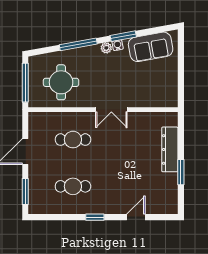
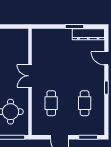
double door: (111, 110) -> (30, 76), swing flipped
dresser: (170, 149) -> (88, 34), moved

